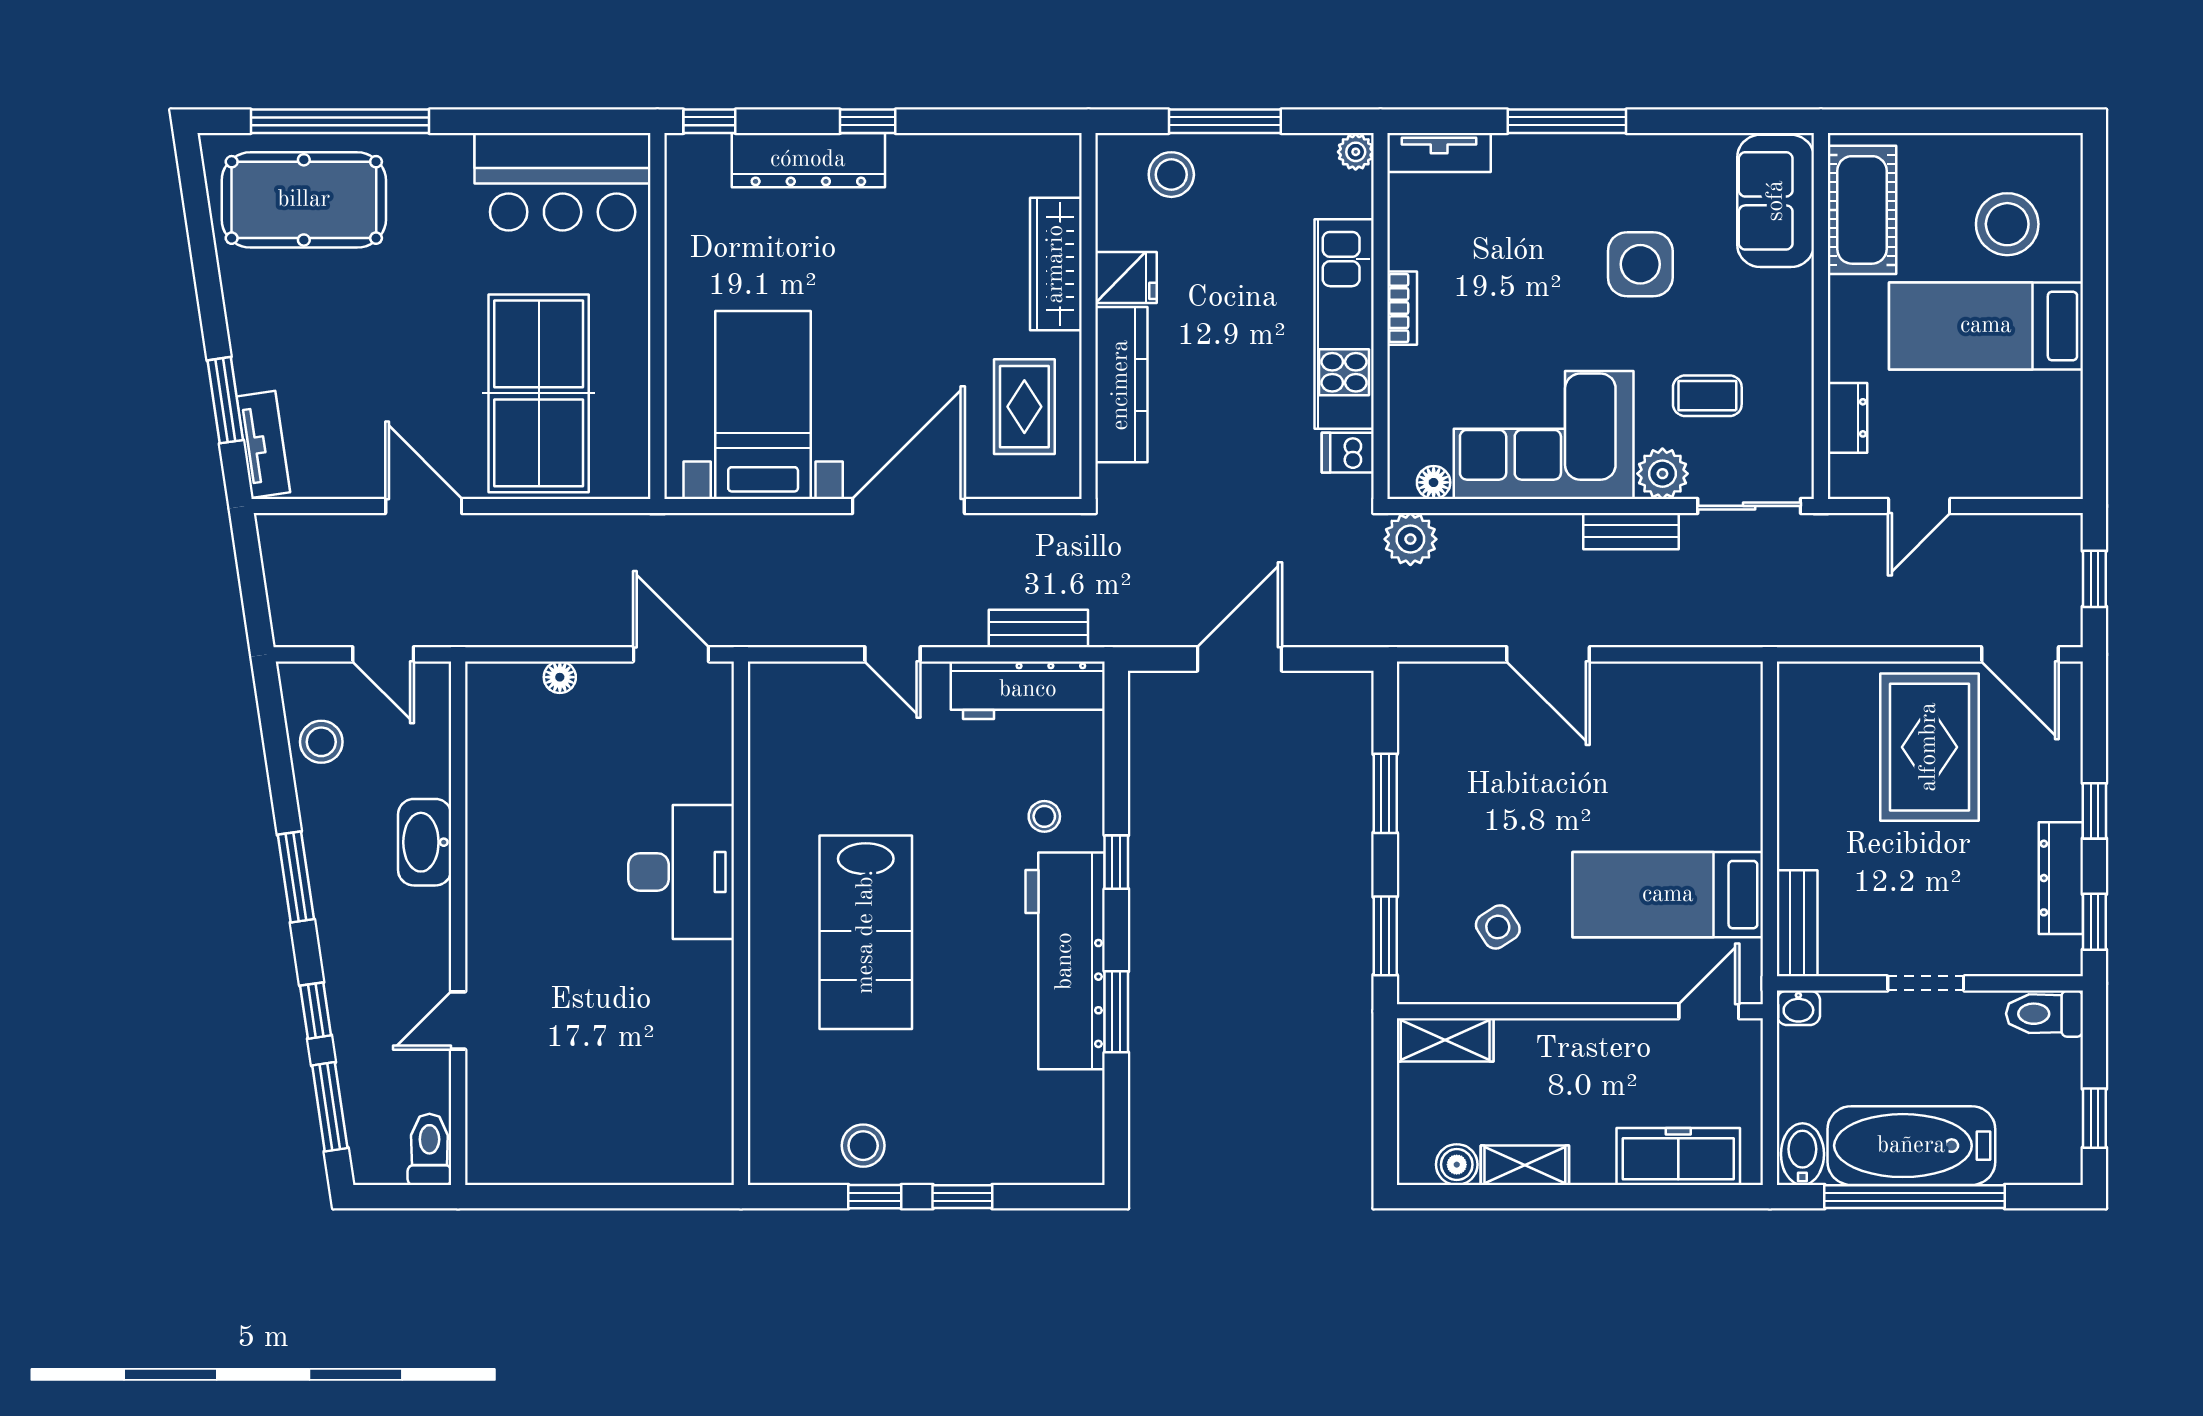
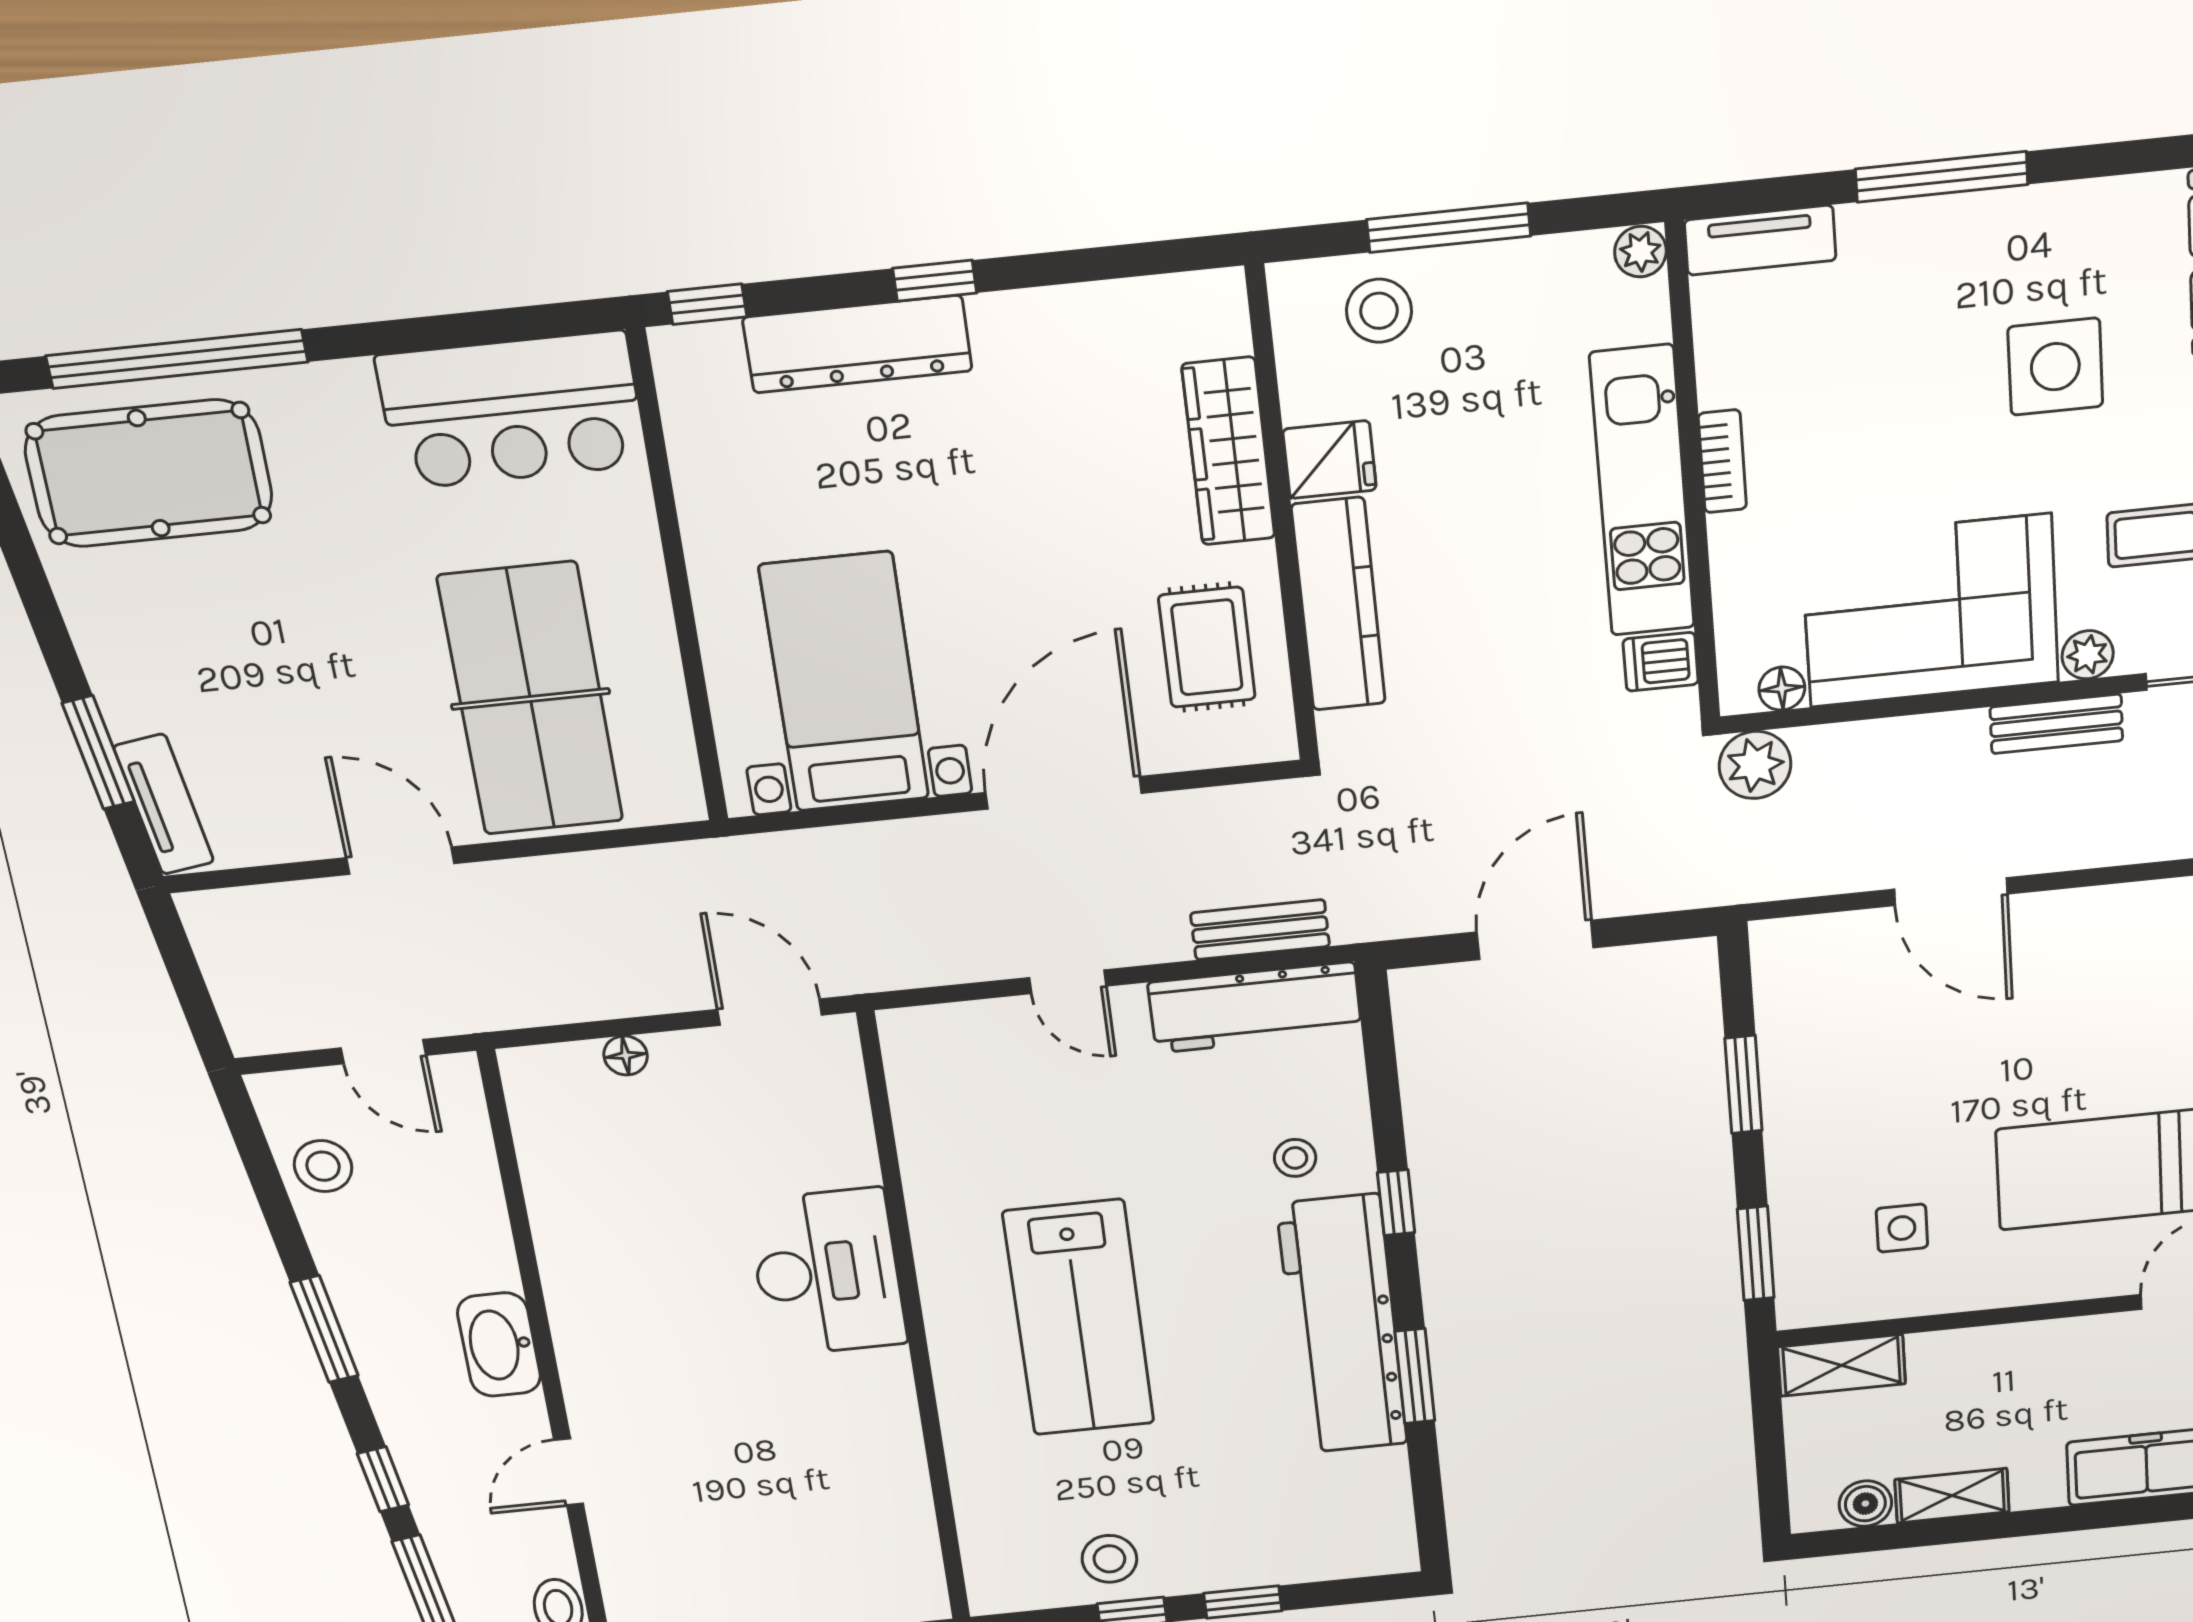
plant: (1662, 474) -> (2088, 655), width x0.73, depth x0.73
washbasin: (425, 842) -> (499, 1345), moved
side table: (1498, 927) -> (1902, 1228), turned 33

